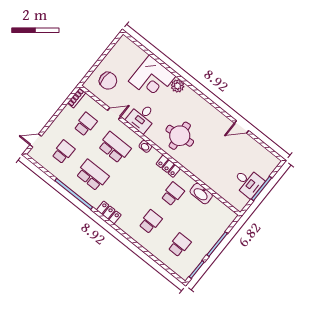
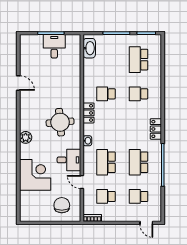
plant: (178, 86) -> (26, 137), moved
washbasin: (201, 194) -> (89, 48), moved
school desk: (179, 245) -> (139, 60), width x1.85

